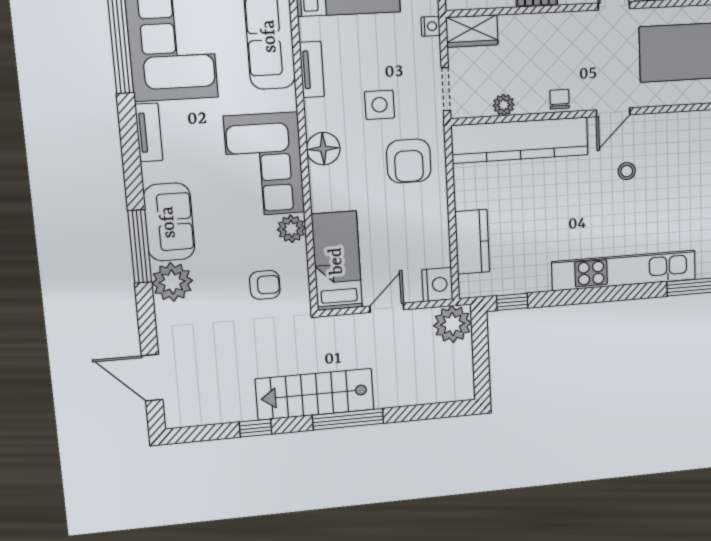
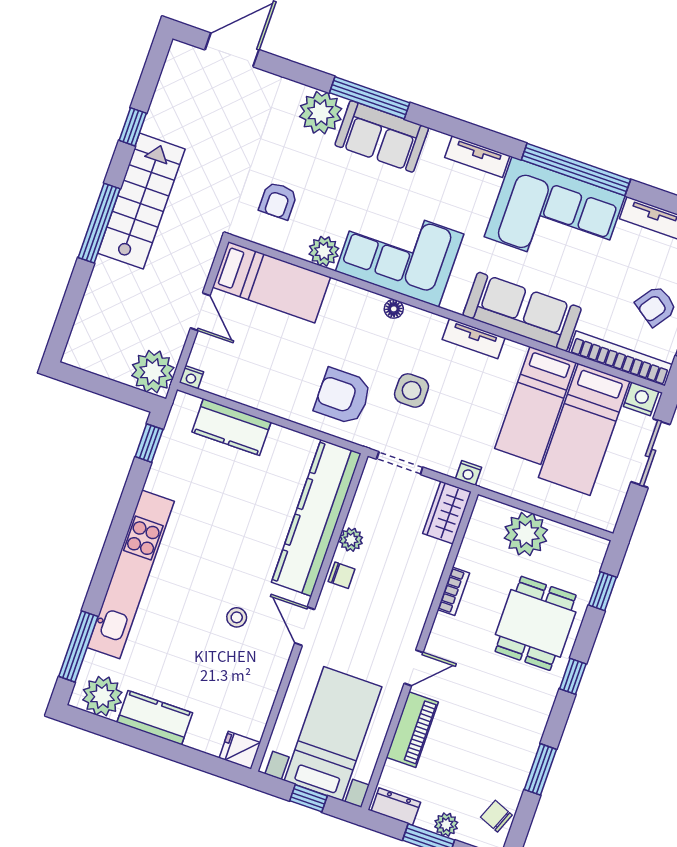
plant: (504, 105) -> (351, 540), moved
floor lamp: (323, 149) -> (394, 309), width x0.53, depth x0.53
nightstand: (437, 285) -> (191, 377), width x0.53, depth x0.56

